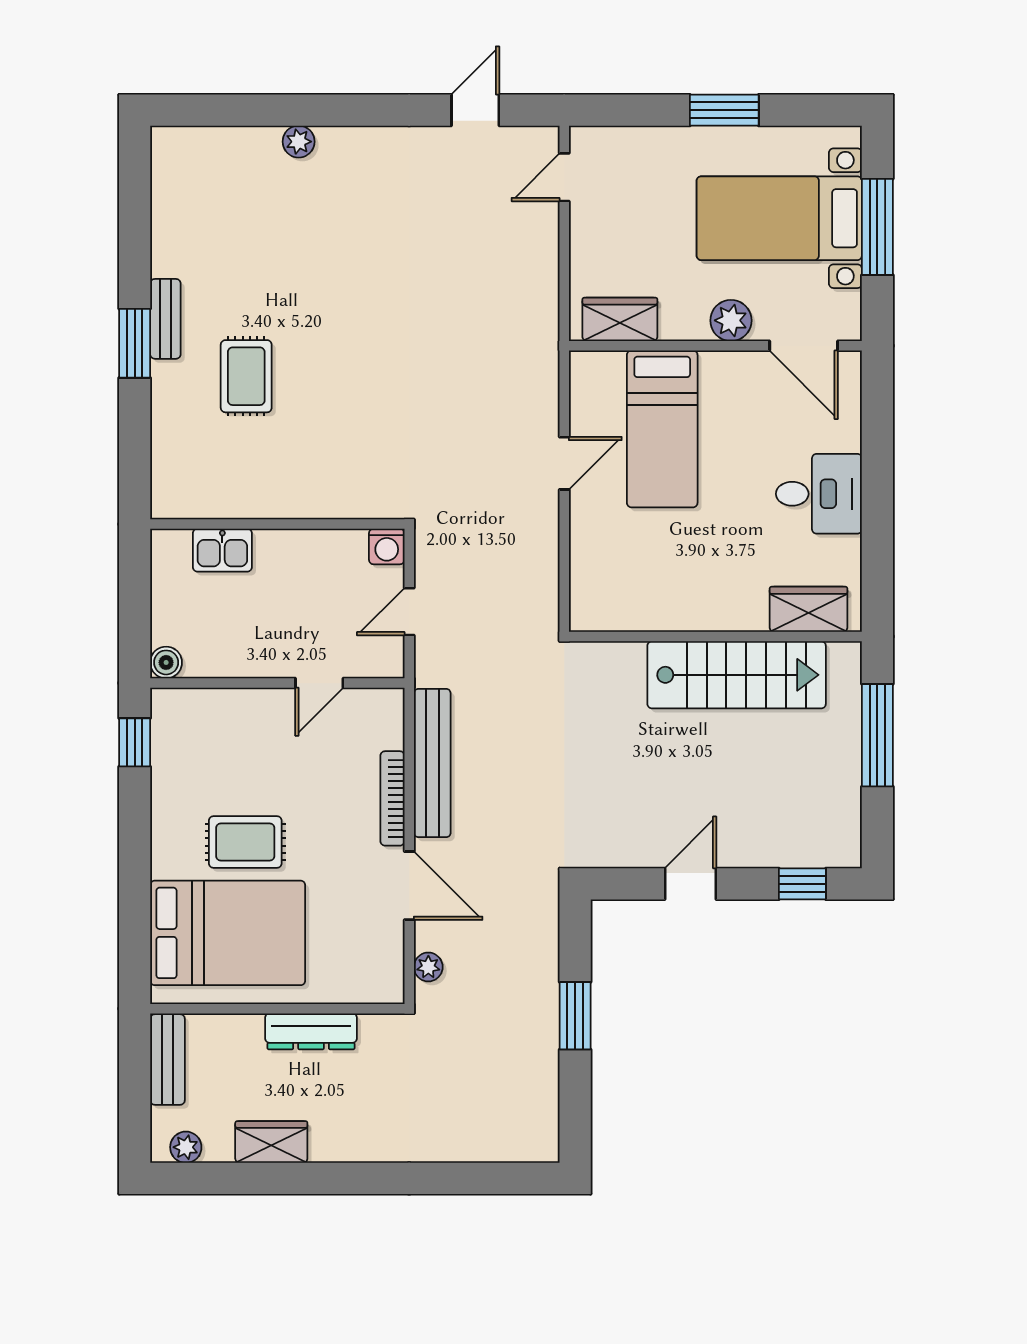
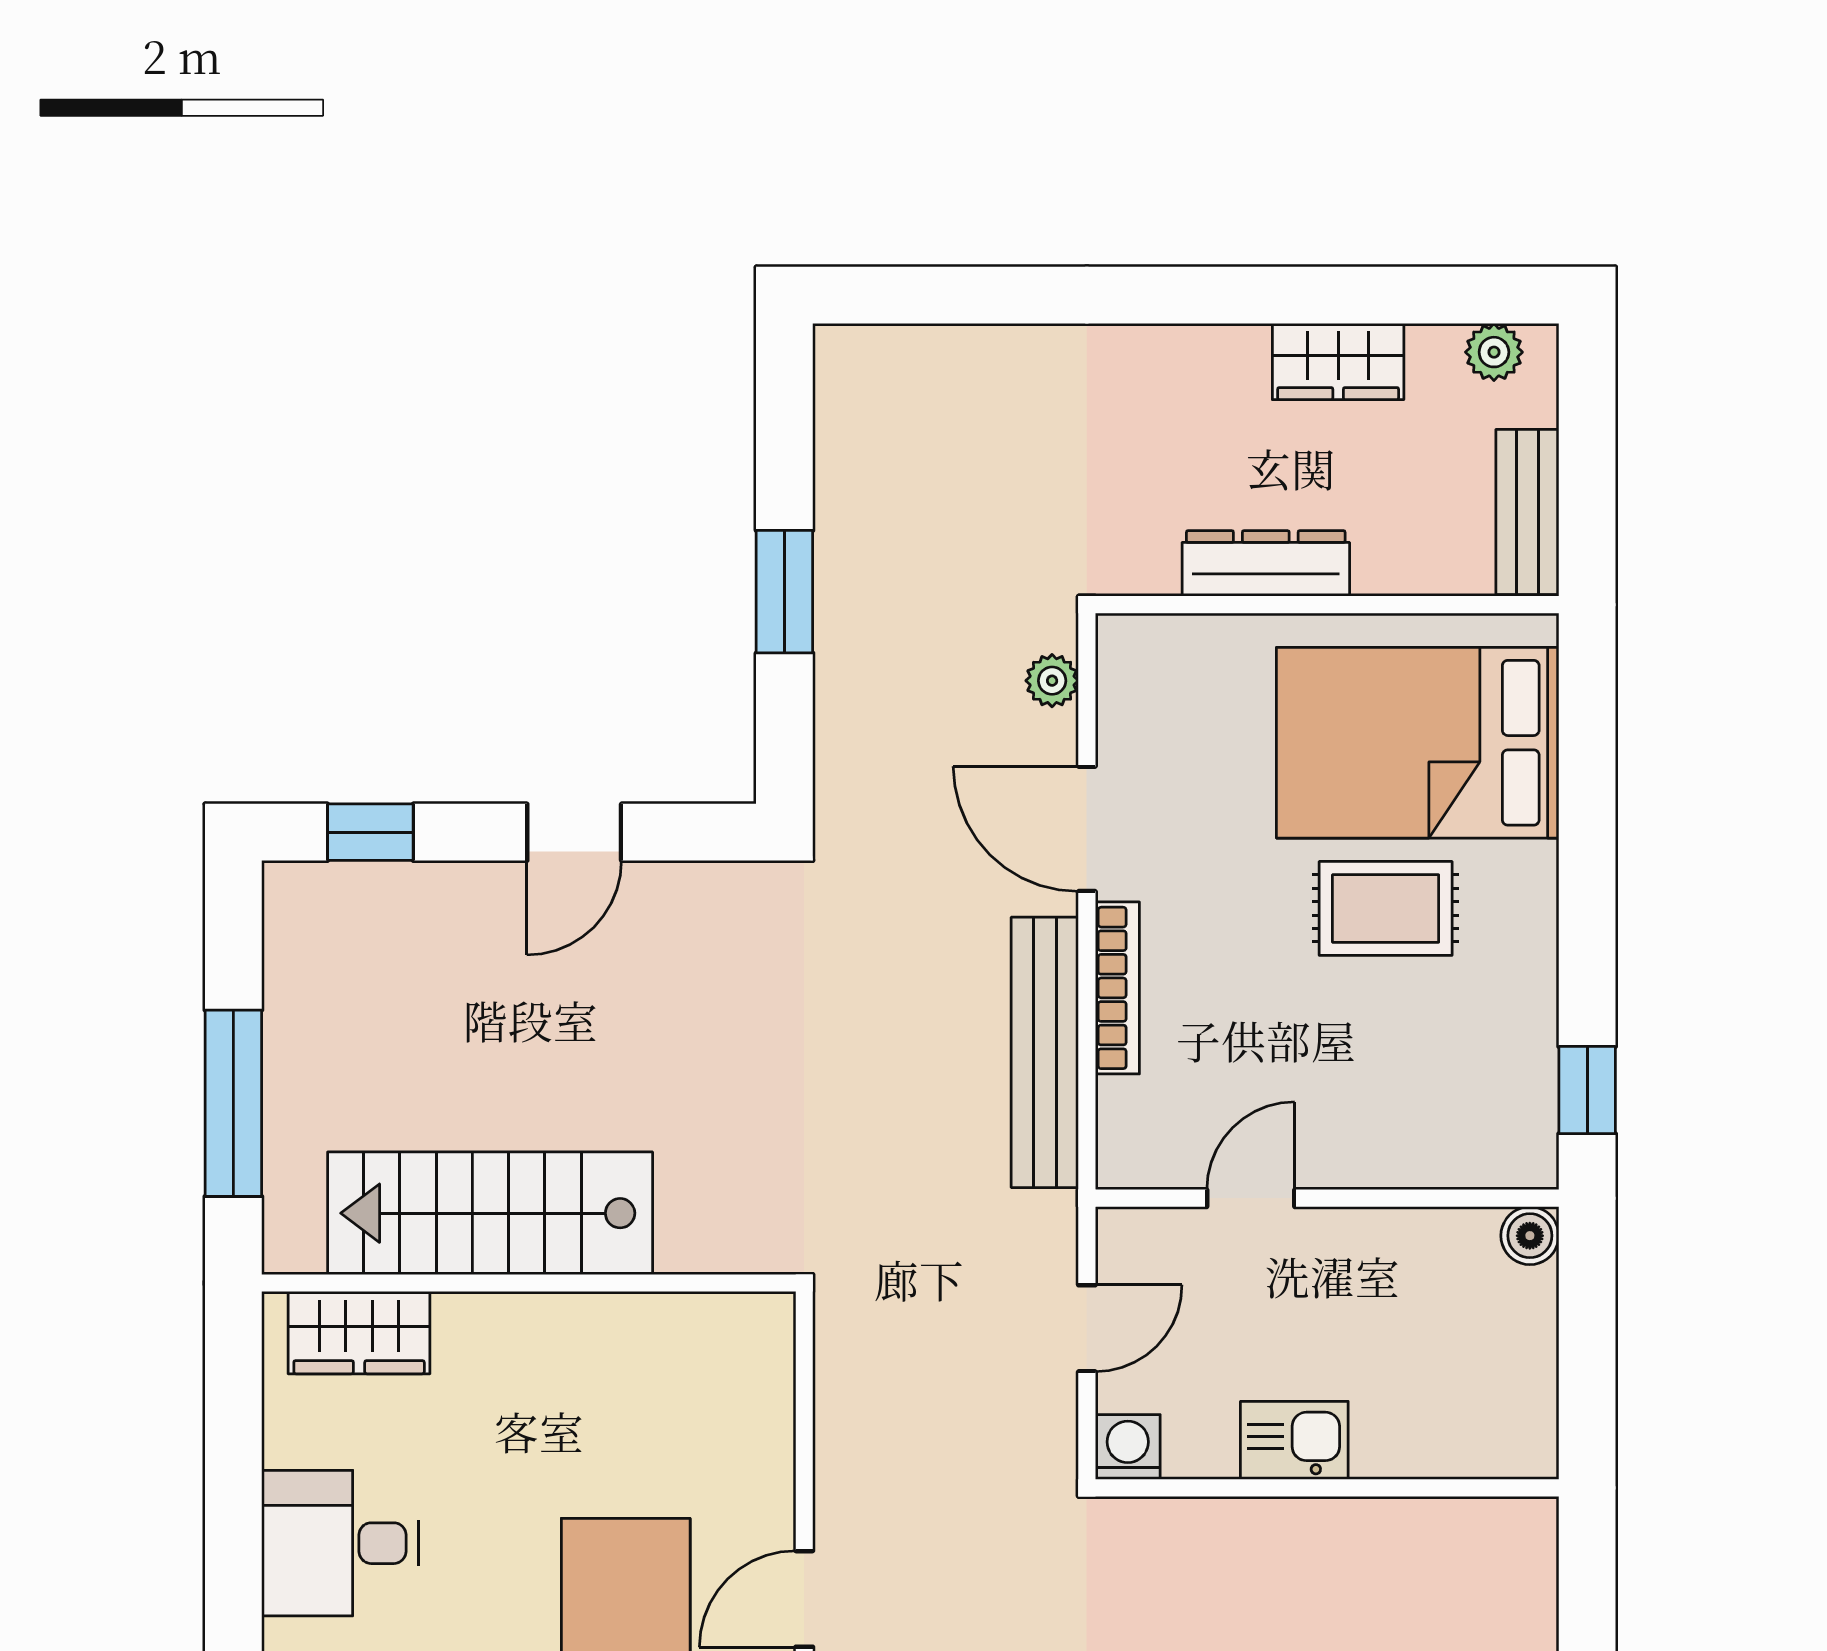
kitchen sink: (222, 550) -> (1294, 1440), moved

